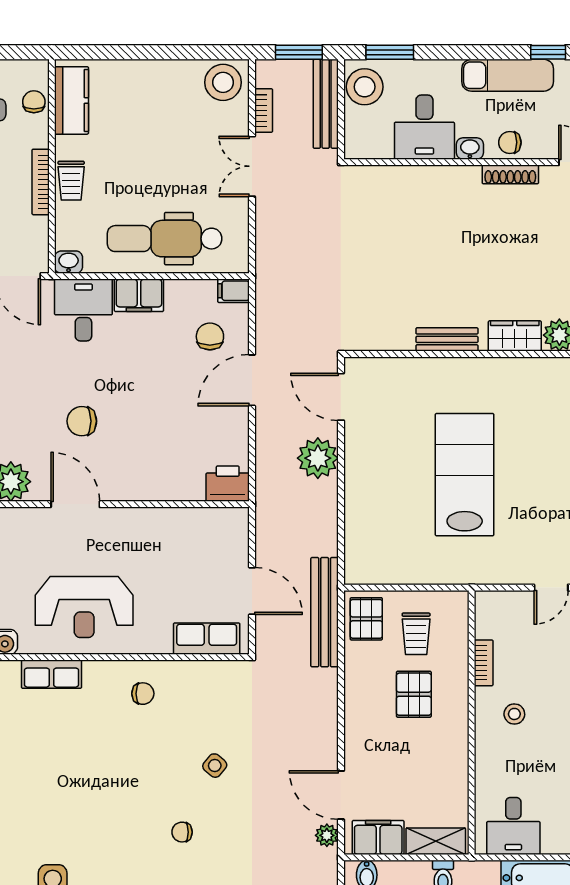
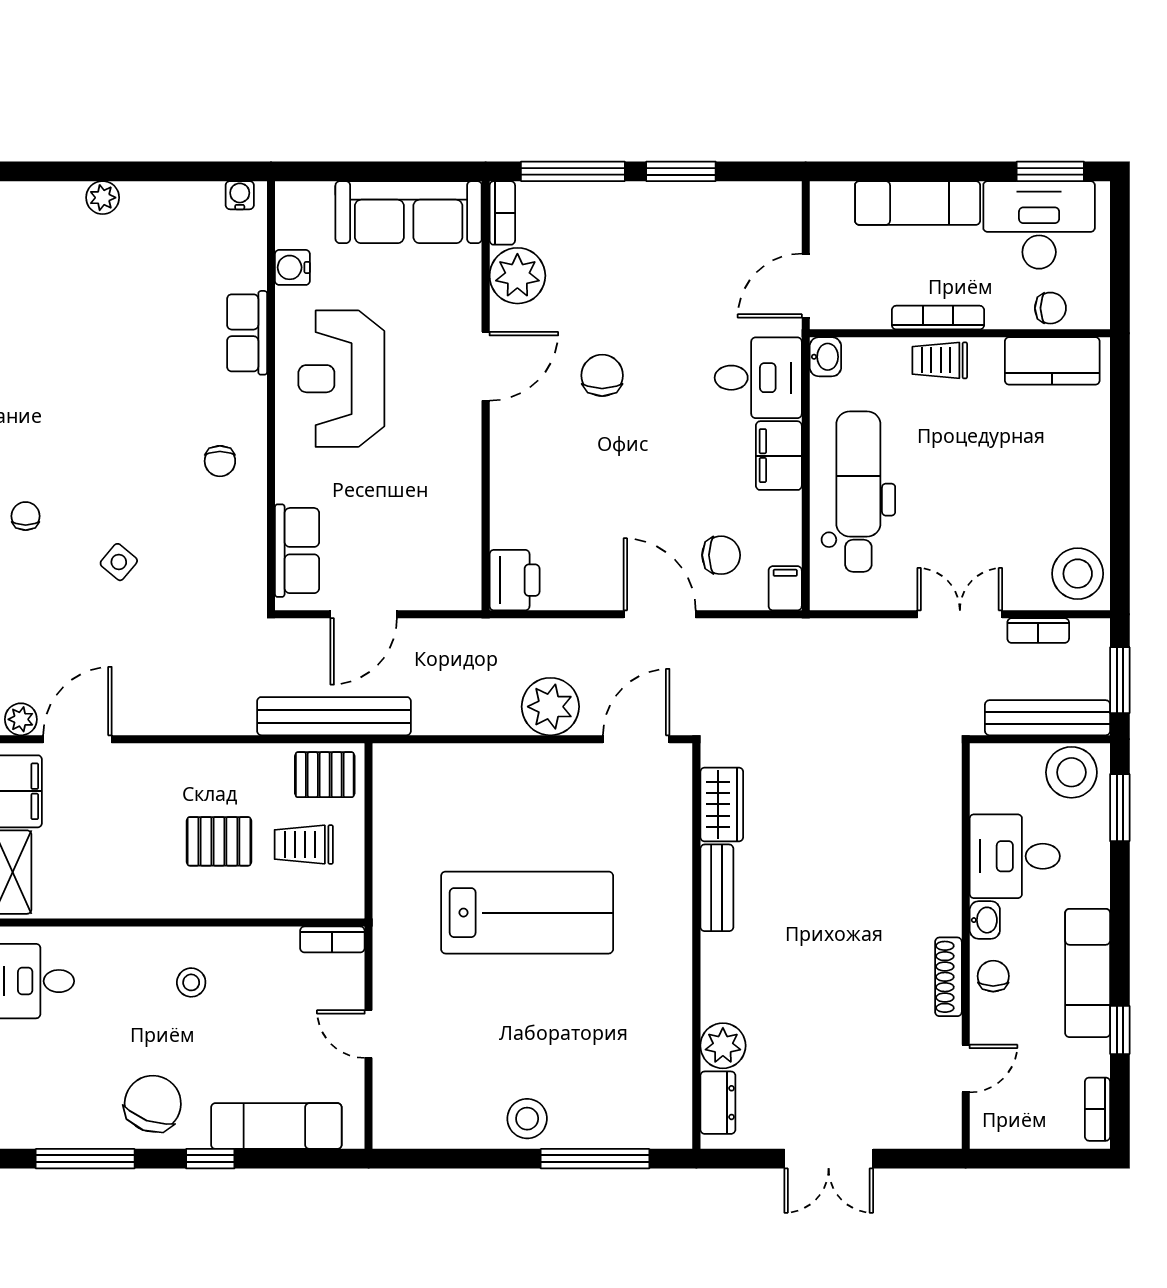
wardrobe: (515, 336) -> (722, 804), moved
bookcase: (484, 663) -> (332, 939), moved

